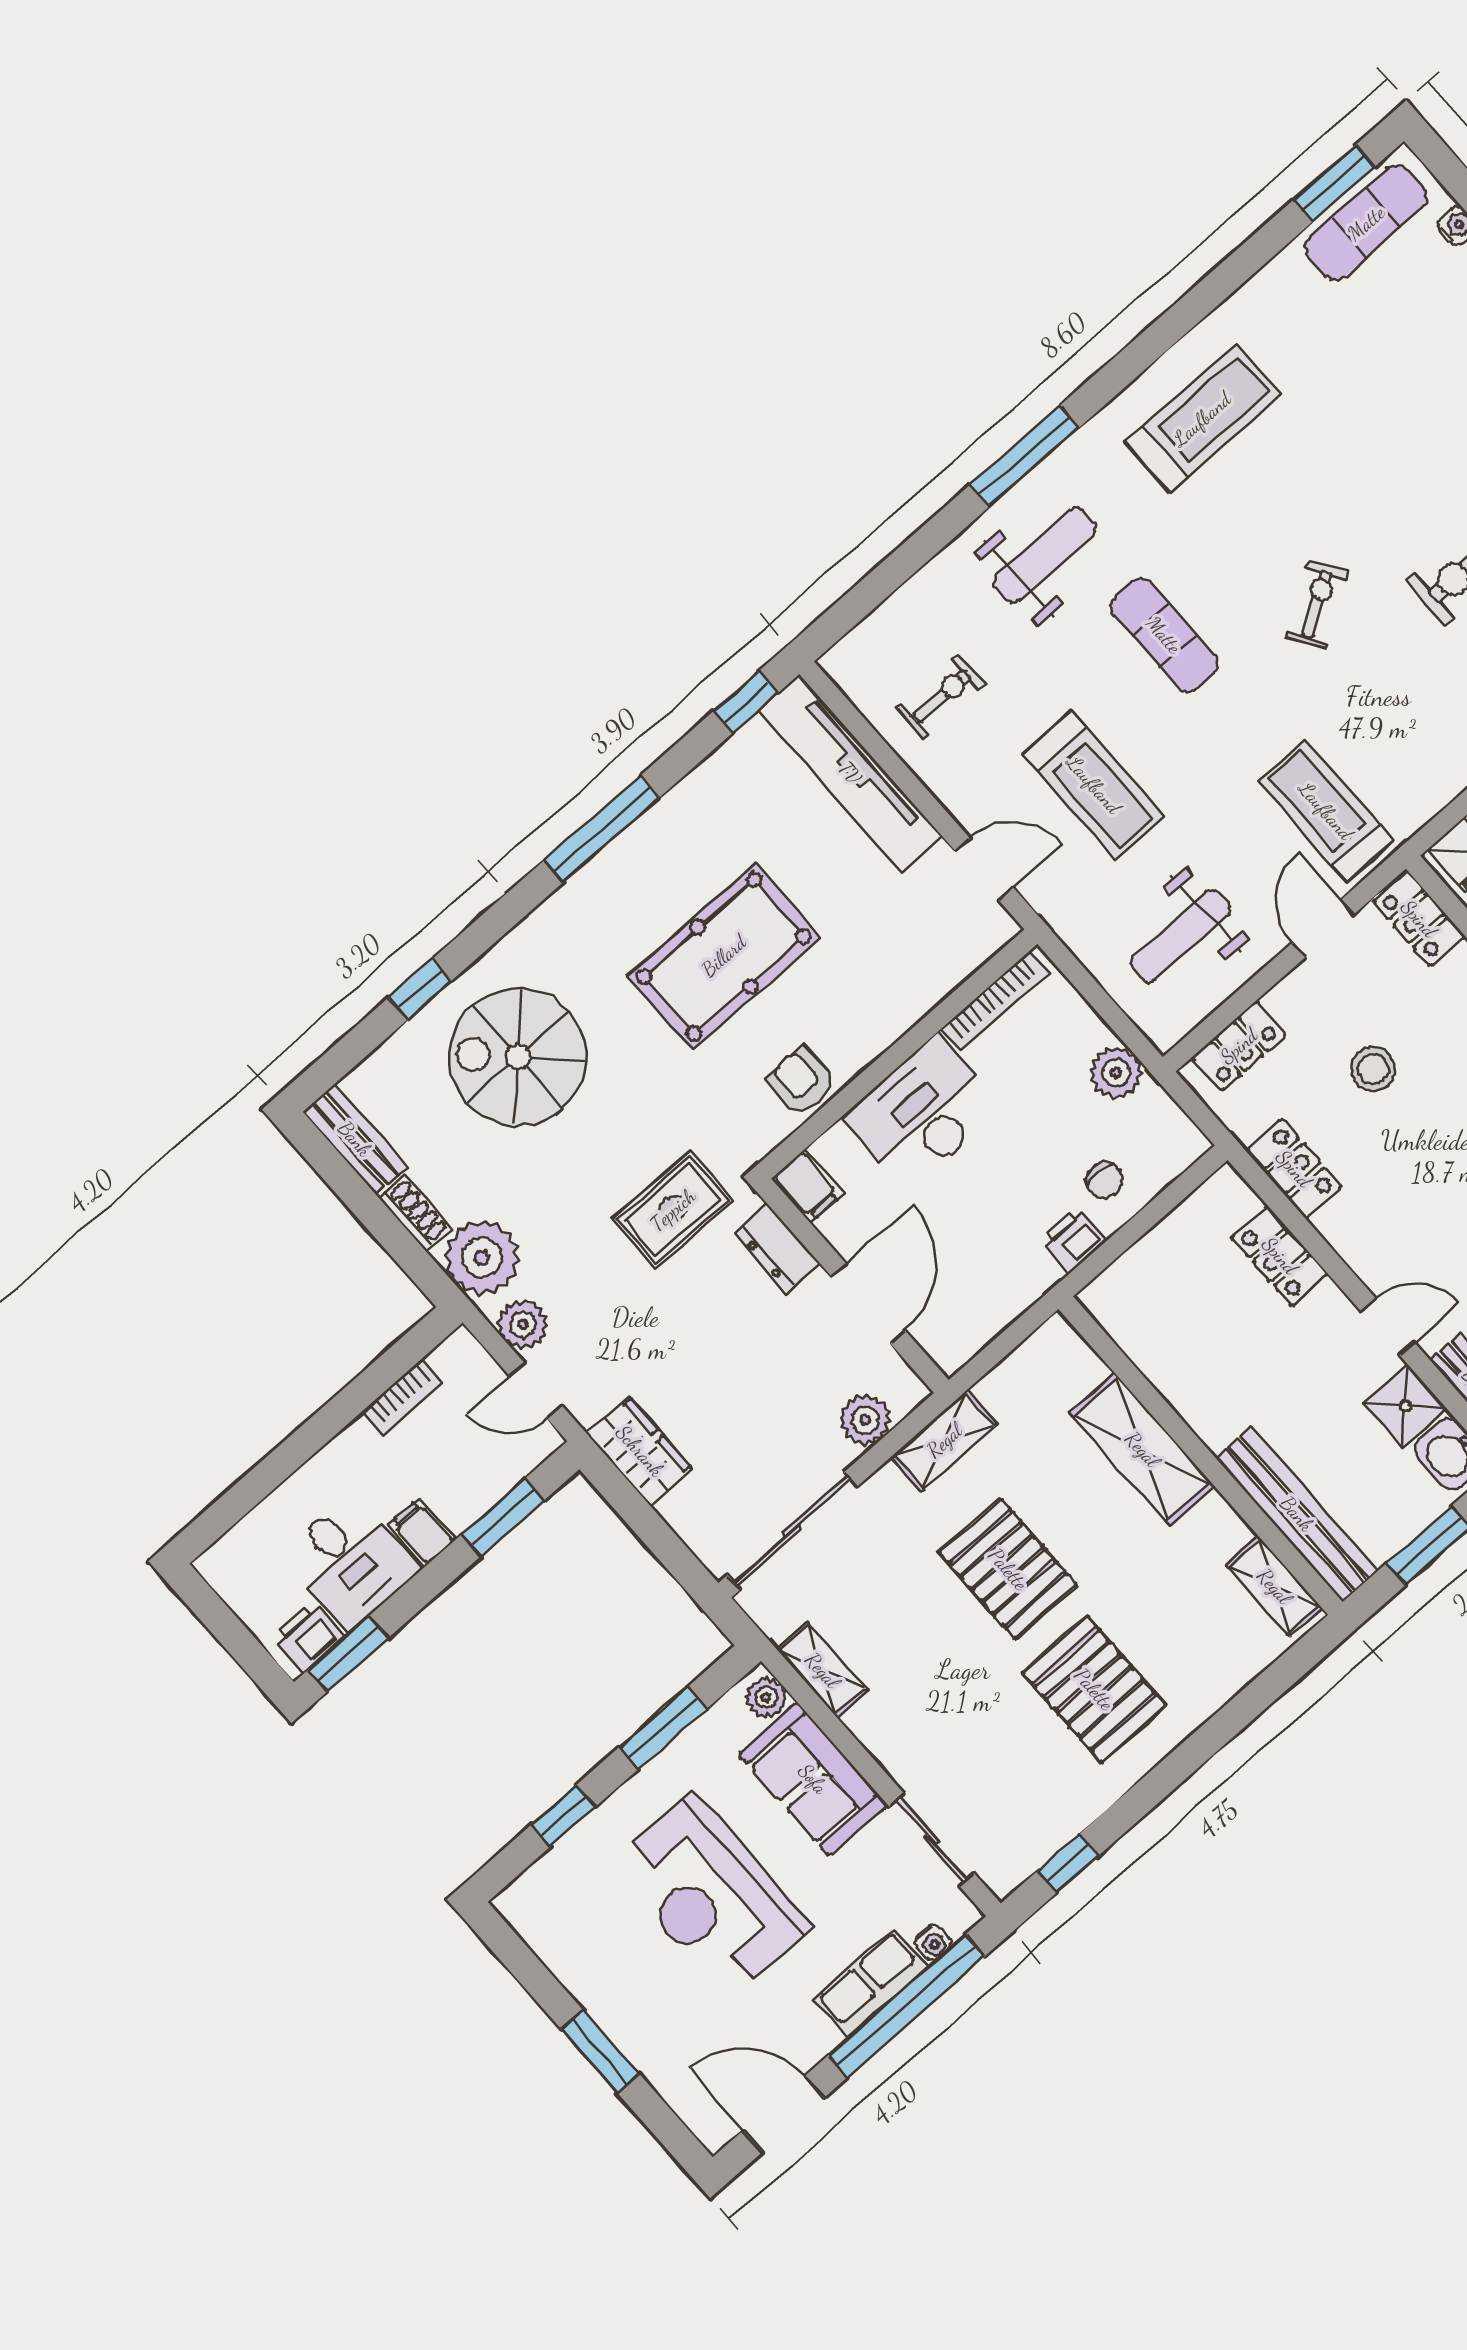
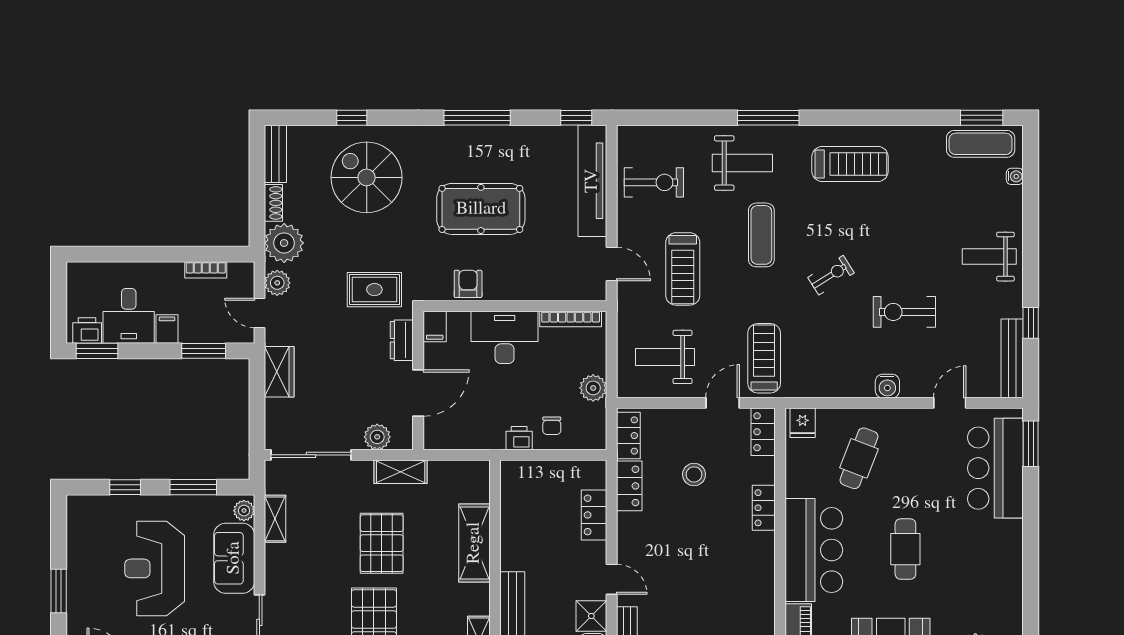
exercise bike: (941, 697) -> (654, 182), width x1.38, depth x1.39
locker: (1239, 1046) -> (628, 436), moved, turned -90

